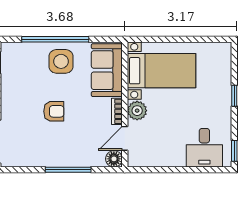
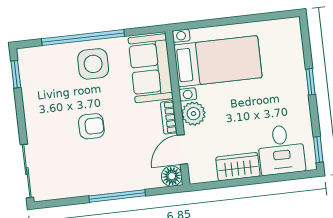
wardrobe: (168, 157) -> (238, 167), added

